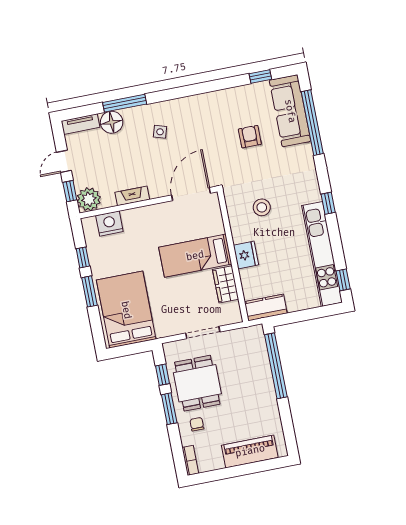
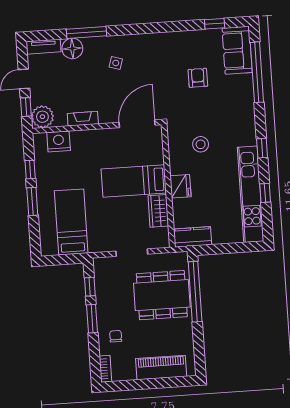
sofa: (290, 111) -> (237, 50), width x0.73
window: (343, 280) -> (265, 193), moved
bed: (126, 310) -> (71, 222), width x0.67
dining table: (197, 383) -> (162, 295), moved, width x1.38

